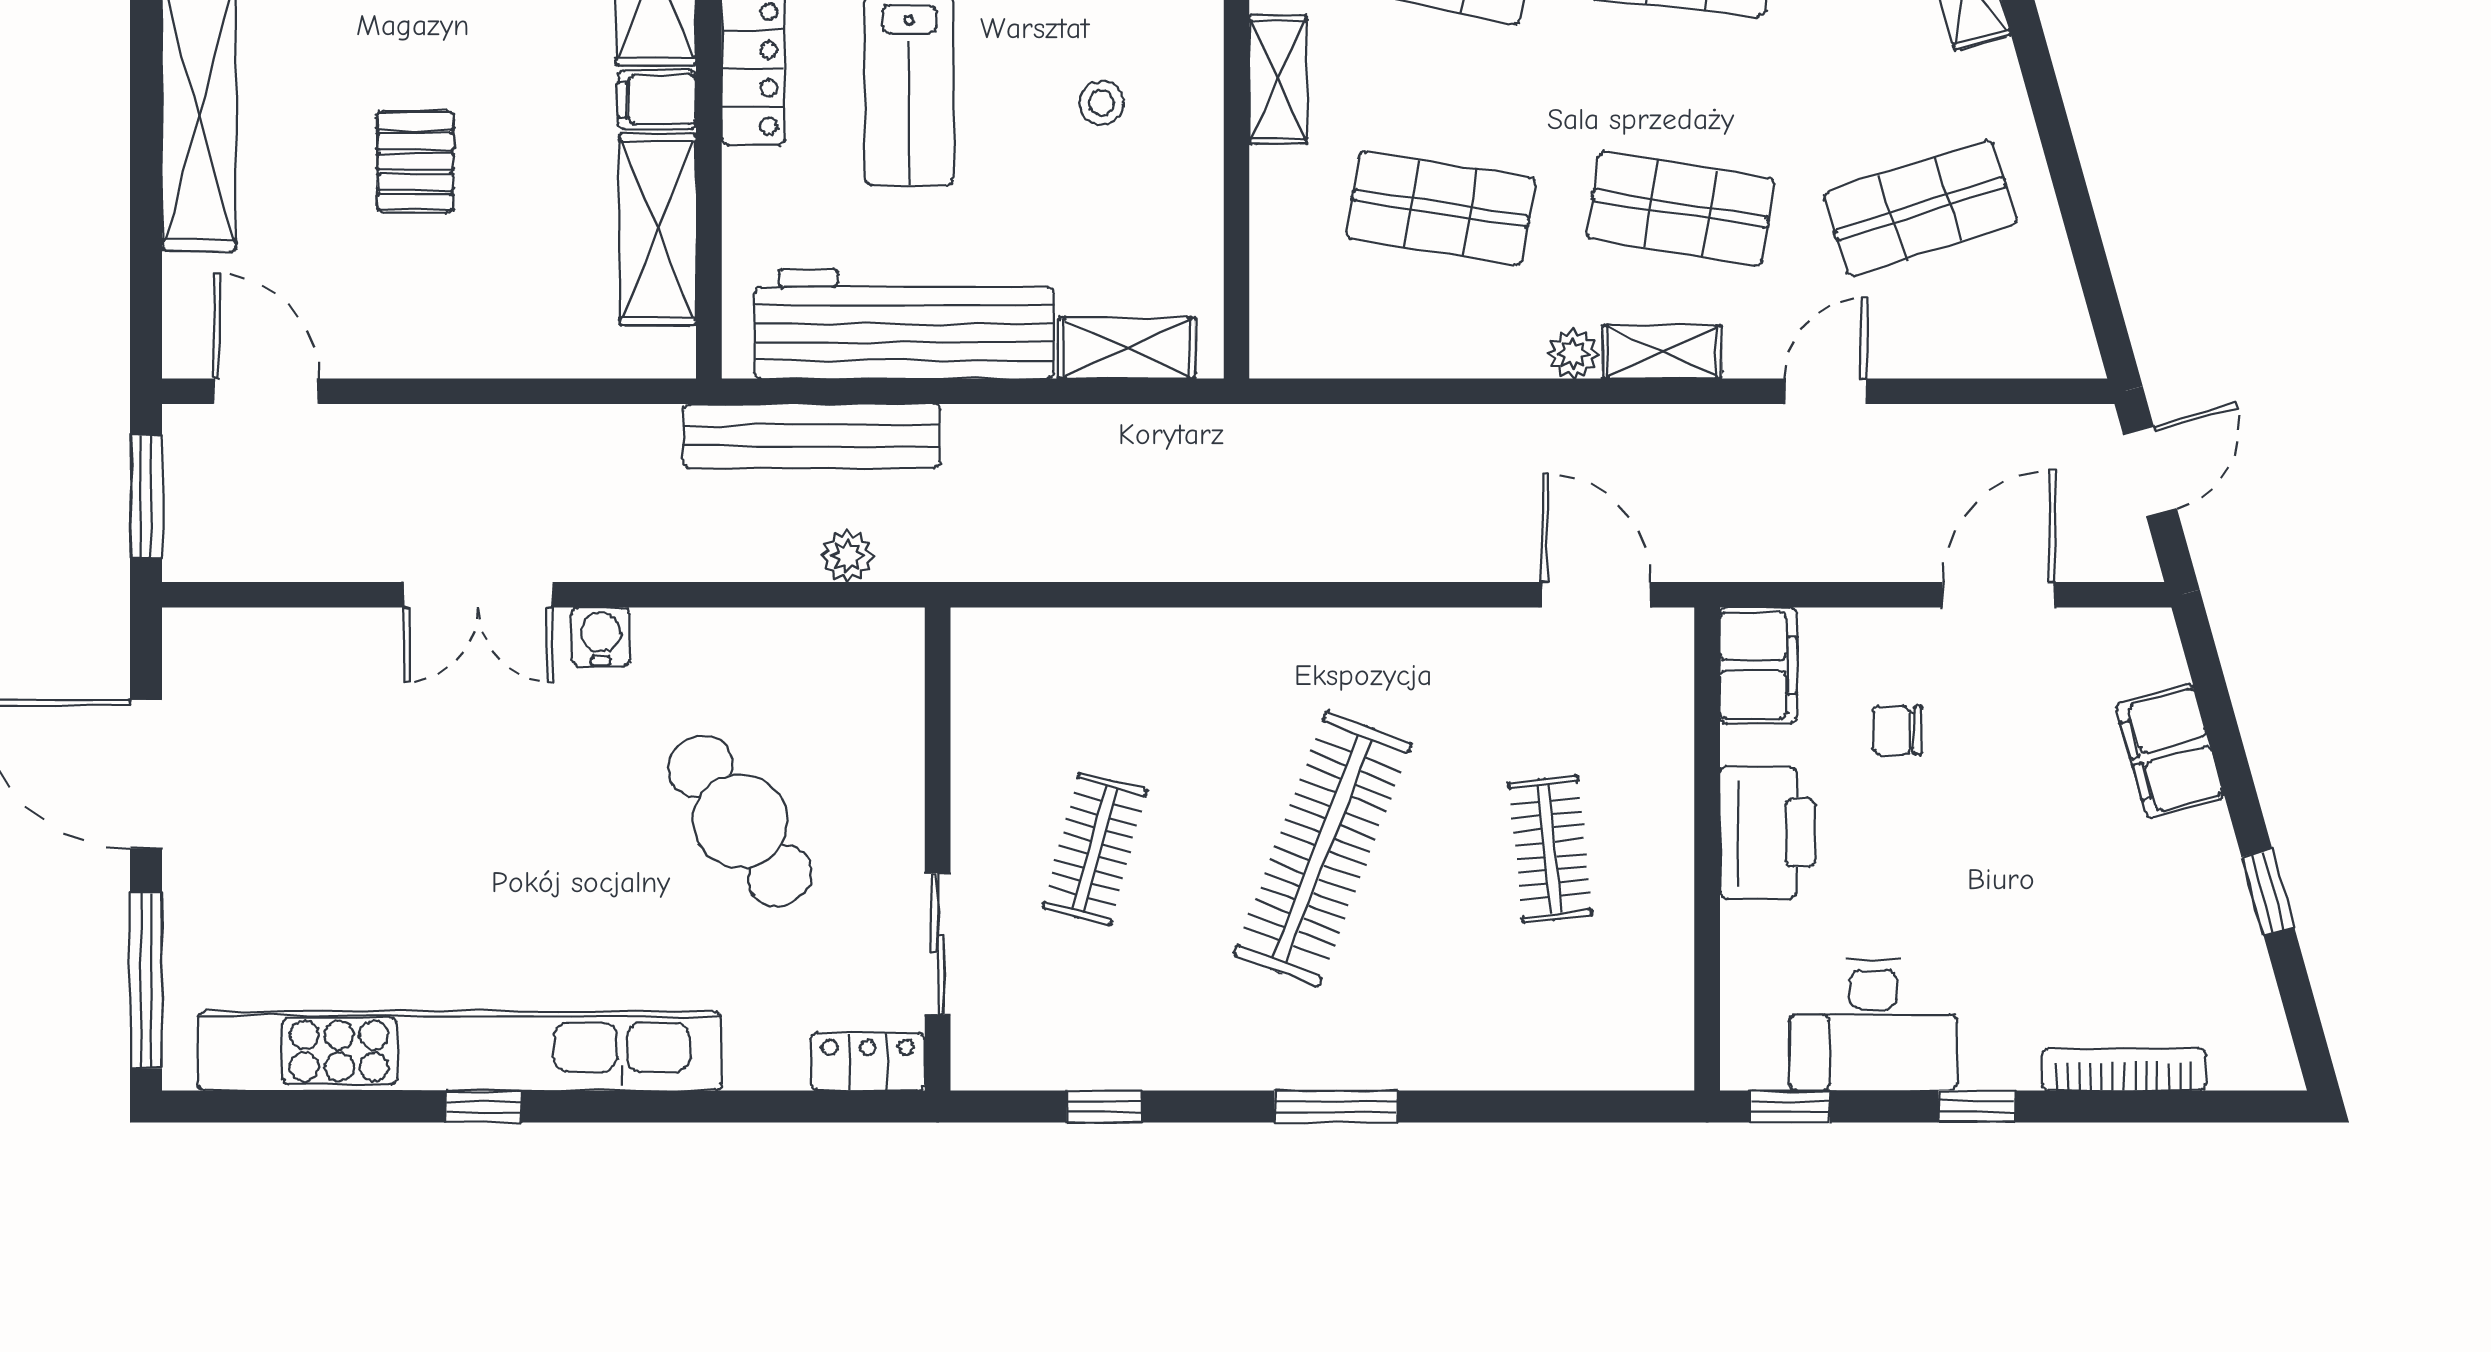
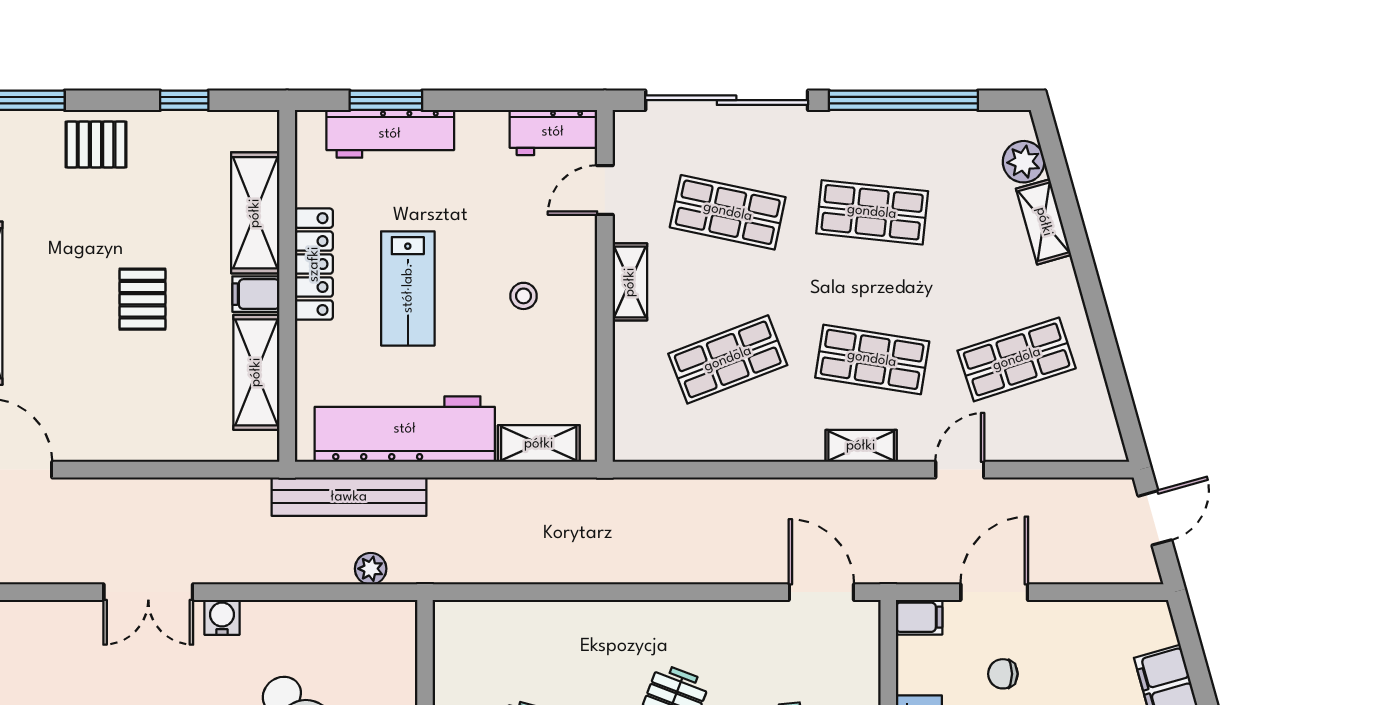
pallet: (415, 162) -> (142, 299), moved
shop shelf: (1441, 208) -> (728, 359), turned -30
plant: (1573, 354) -> (808, 447), removed
door: (1999, 595) -> (994, 592), moved
filing cabinet: (1758, 665) -> (919, 617), width x0.50

